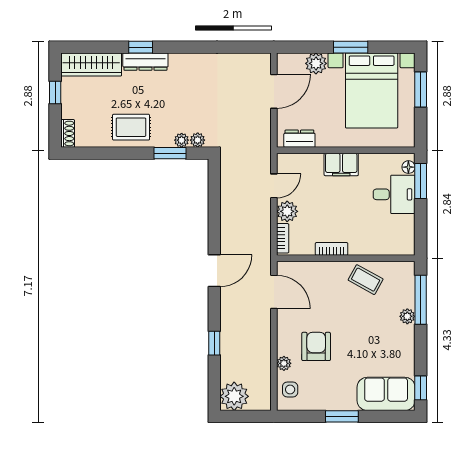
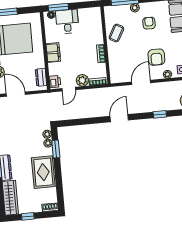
rug: (131, 127) -> (43, 172), width x1.36, depth x1.43
printer: (290, 163) -> (55, 82), added
door: (274, 186) -> (69, 89), swing flipped
door: (214, 271) -> (119, 118), hinge flipped
door: (274, 292) -> (141, 82), moved
armchair: (378, 339) -> (149, 23), added
armchair: (316, 346) -> (156, 57), turned -90

